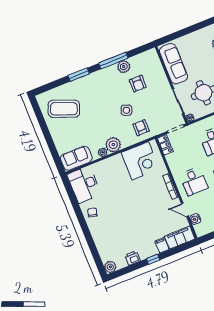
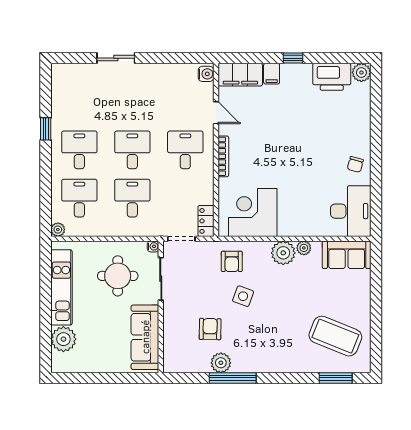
window: (79, 75) -> (336, 378), moved
water cooler: (195, 219) -> (206, 74), moved
printer: (133, 258) -> (332, 77), width x1.87, depth x1.48

